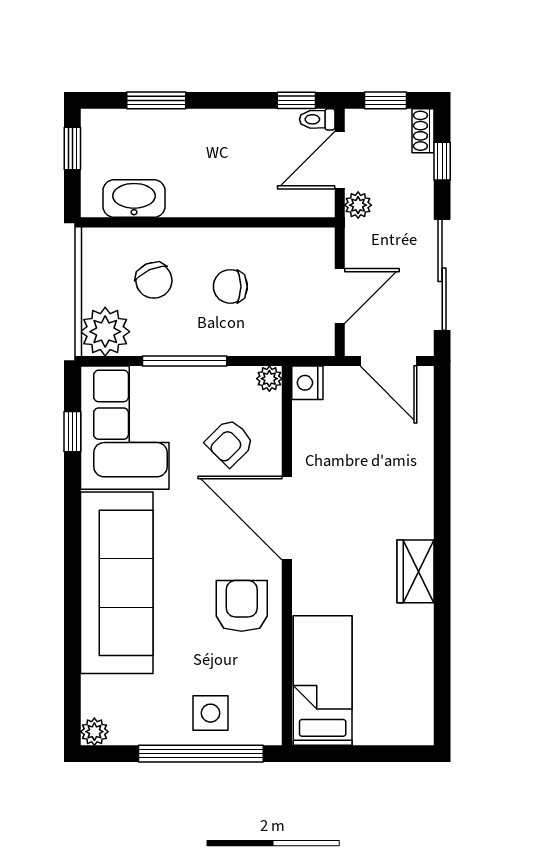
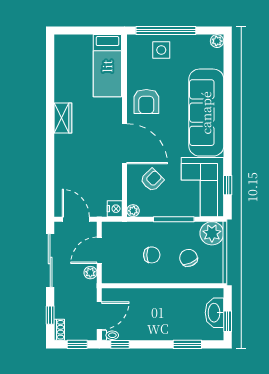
washbasin: (134, 199) -> (215, 313), moved, turned 90
plant: (358, 205) -> (90, 273), moved

